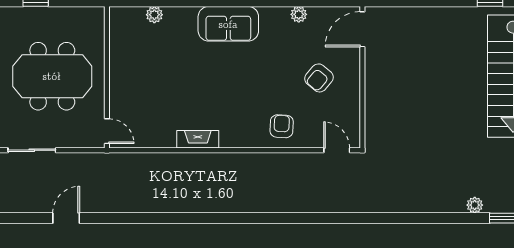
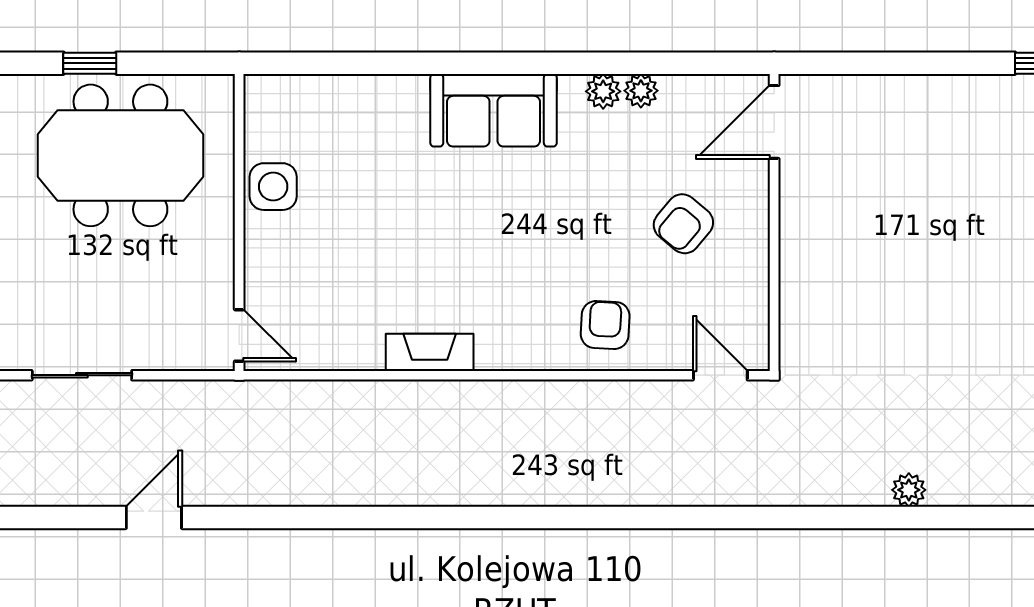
plant: (154, 15) -> (603, 91), moved
side table: (123, 60) -> (273, 187), added
meeting table: (52, 76) -> (120, 155), moved
plant: (475, 205) -> (909, 490), moved

